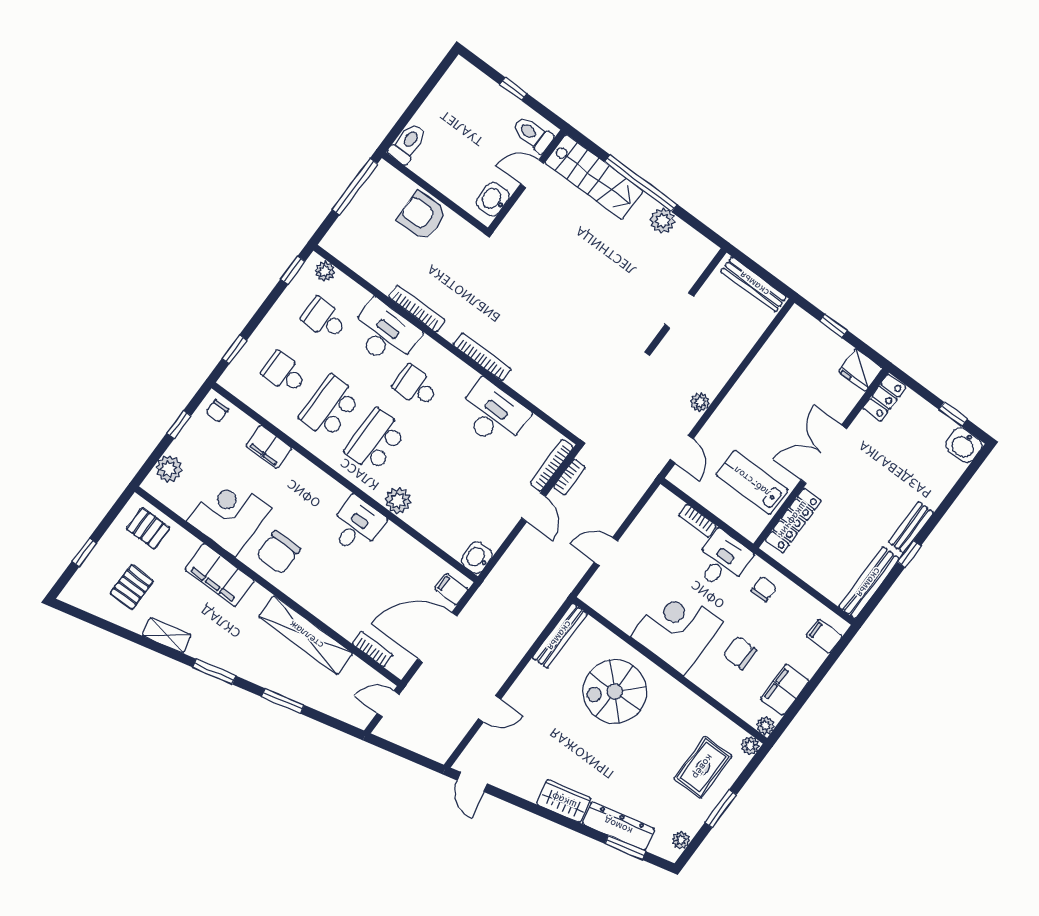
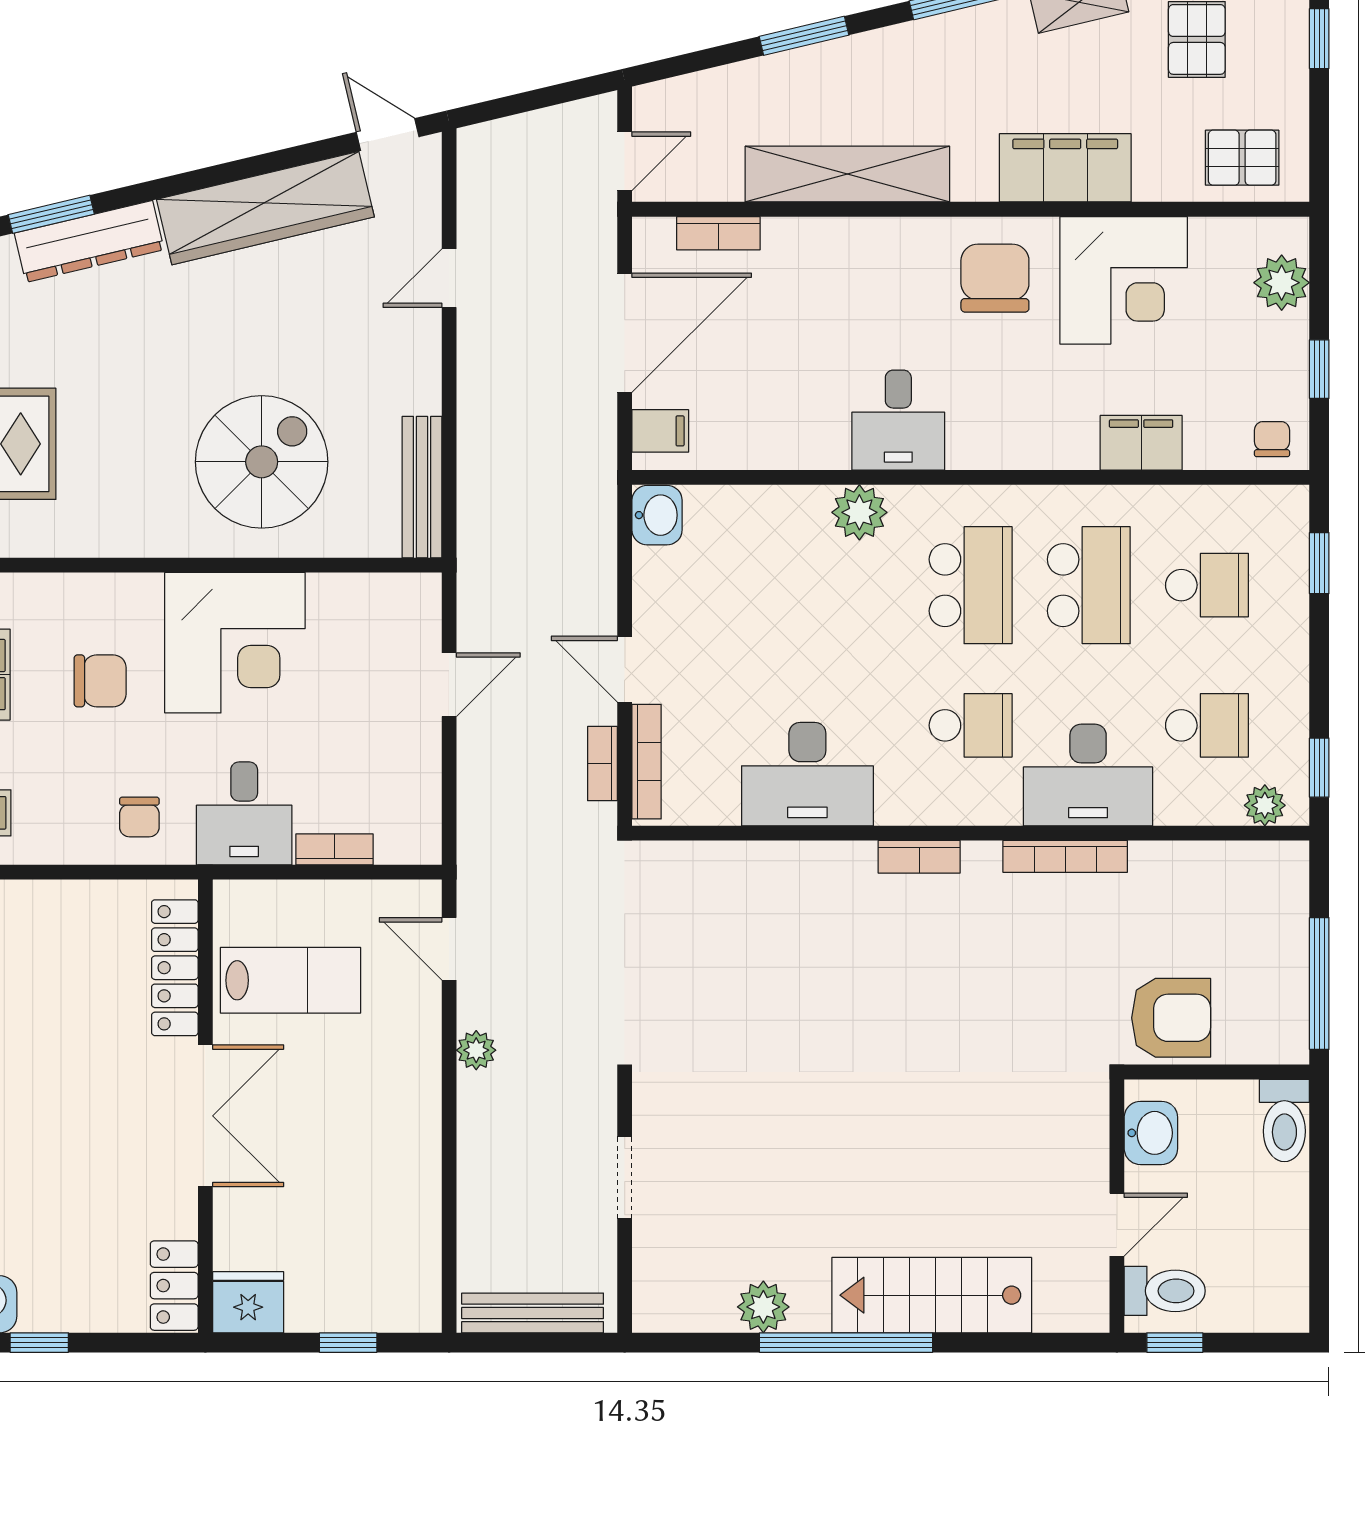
toilet: (533, 134) -> (1165, 1291), moved
door: (532, 174) -> (1117, 1225), moved
wall: (527, 181) -> (1117, 1206), moved
washbasin: (493, 199) -> (1151, 1133), moved
bookcase: (482, 357) -> (919, 857), width x0.64
wardrobe: (564, 801) -> (265, 208), width x2.10, depth x1.17

